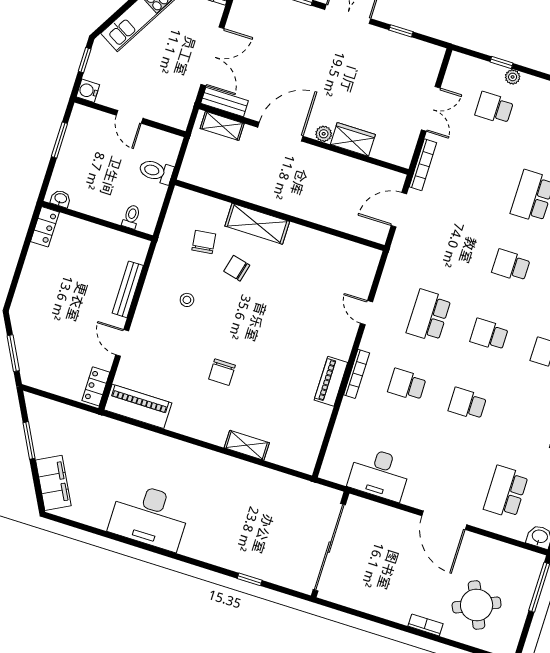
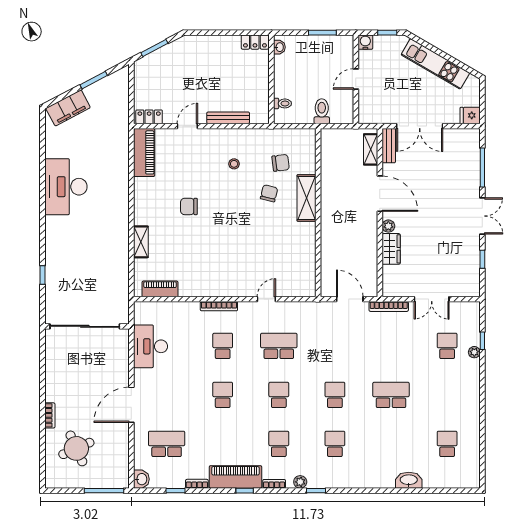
piano: (331, 381) -> (160, 289), moved

